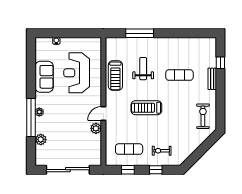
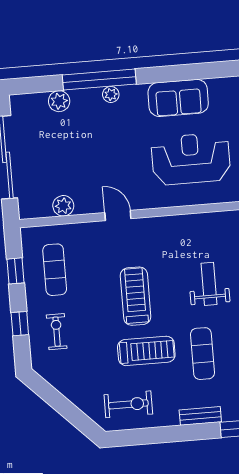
weight bench: (143, 69) -> (209, 284), turned -90
treadmill: (115, 76) -> (146, 351), moved, turned 180
plant: (96, 128) -> (63, 206), moved

